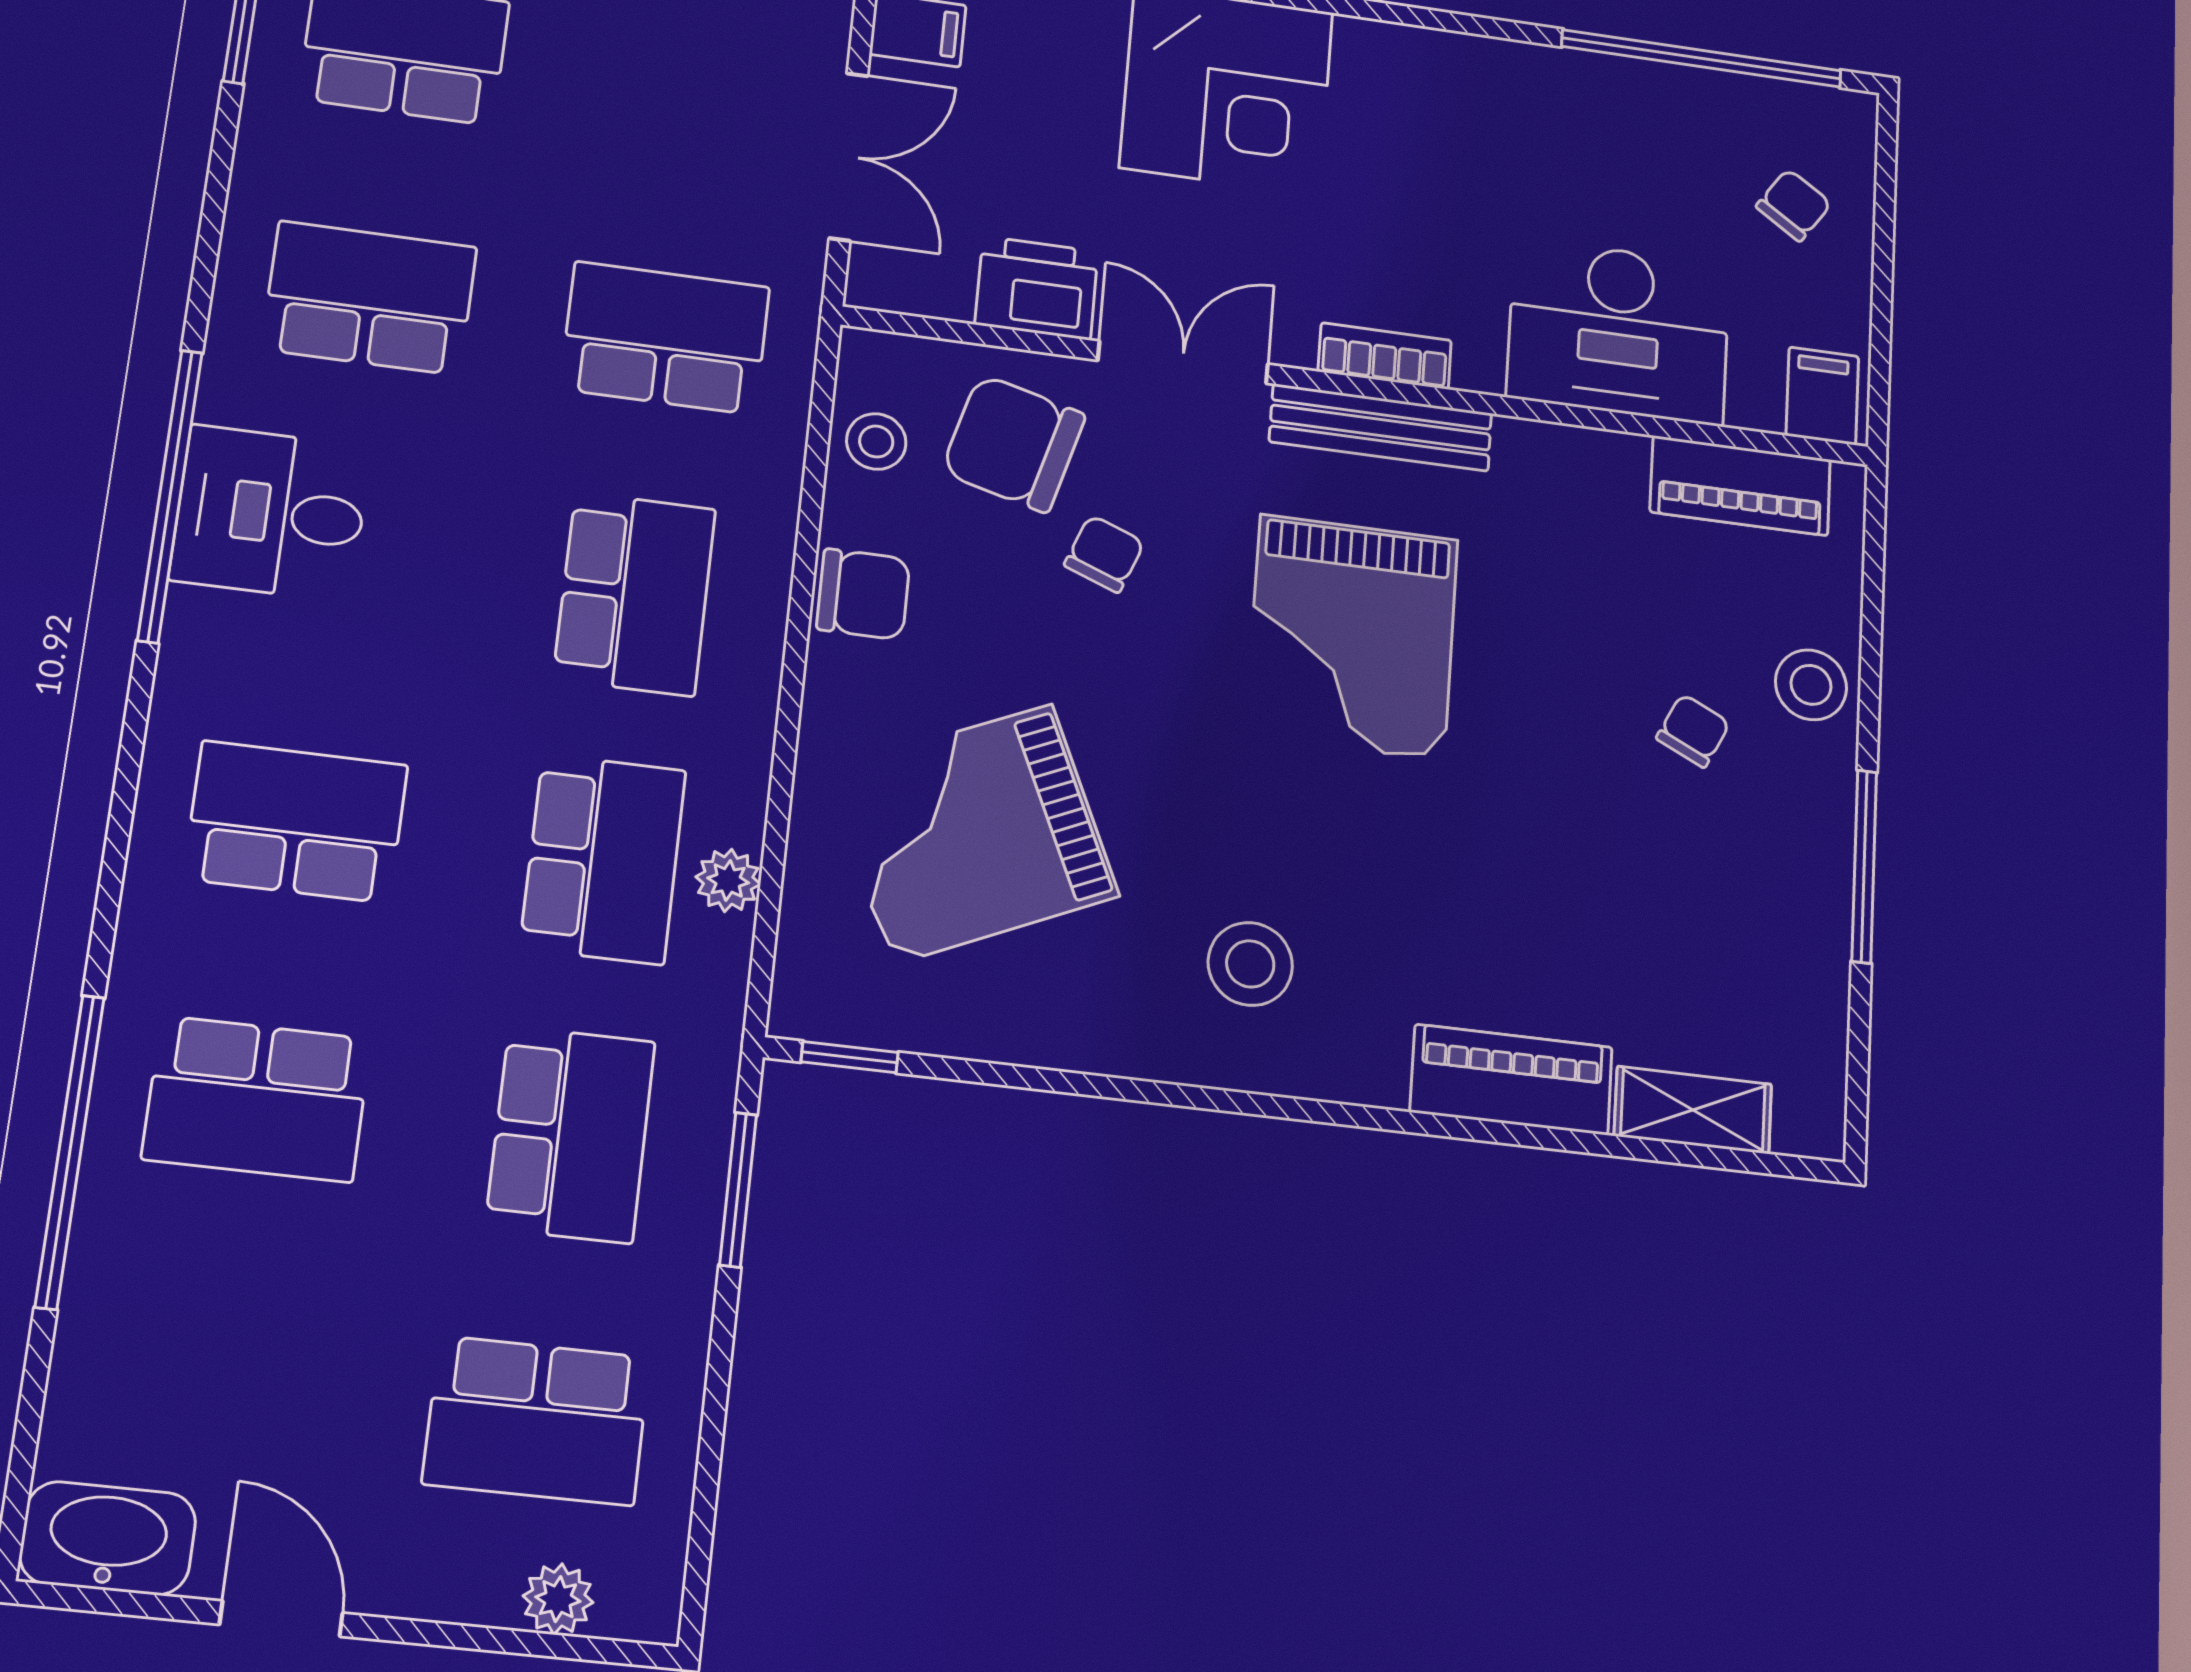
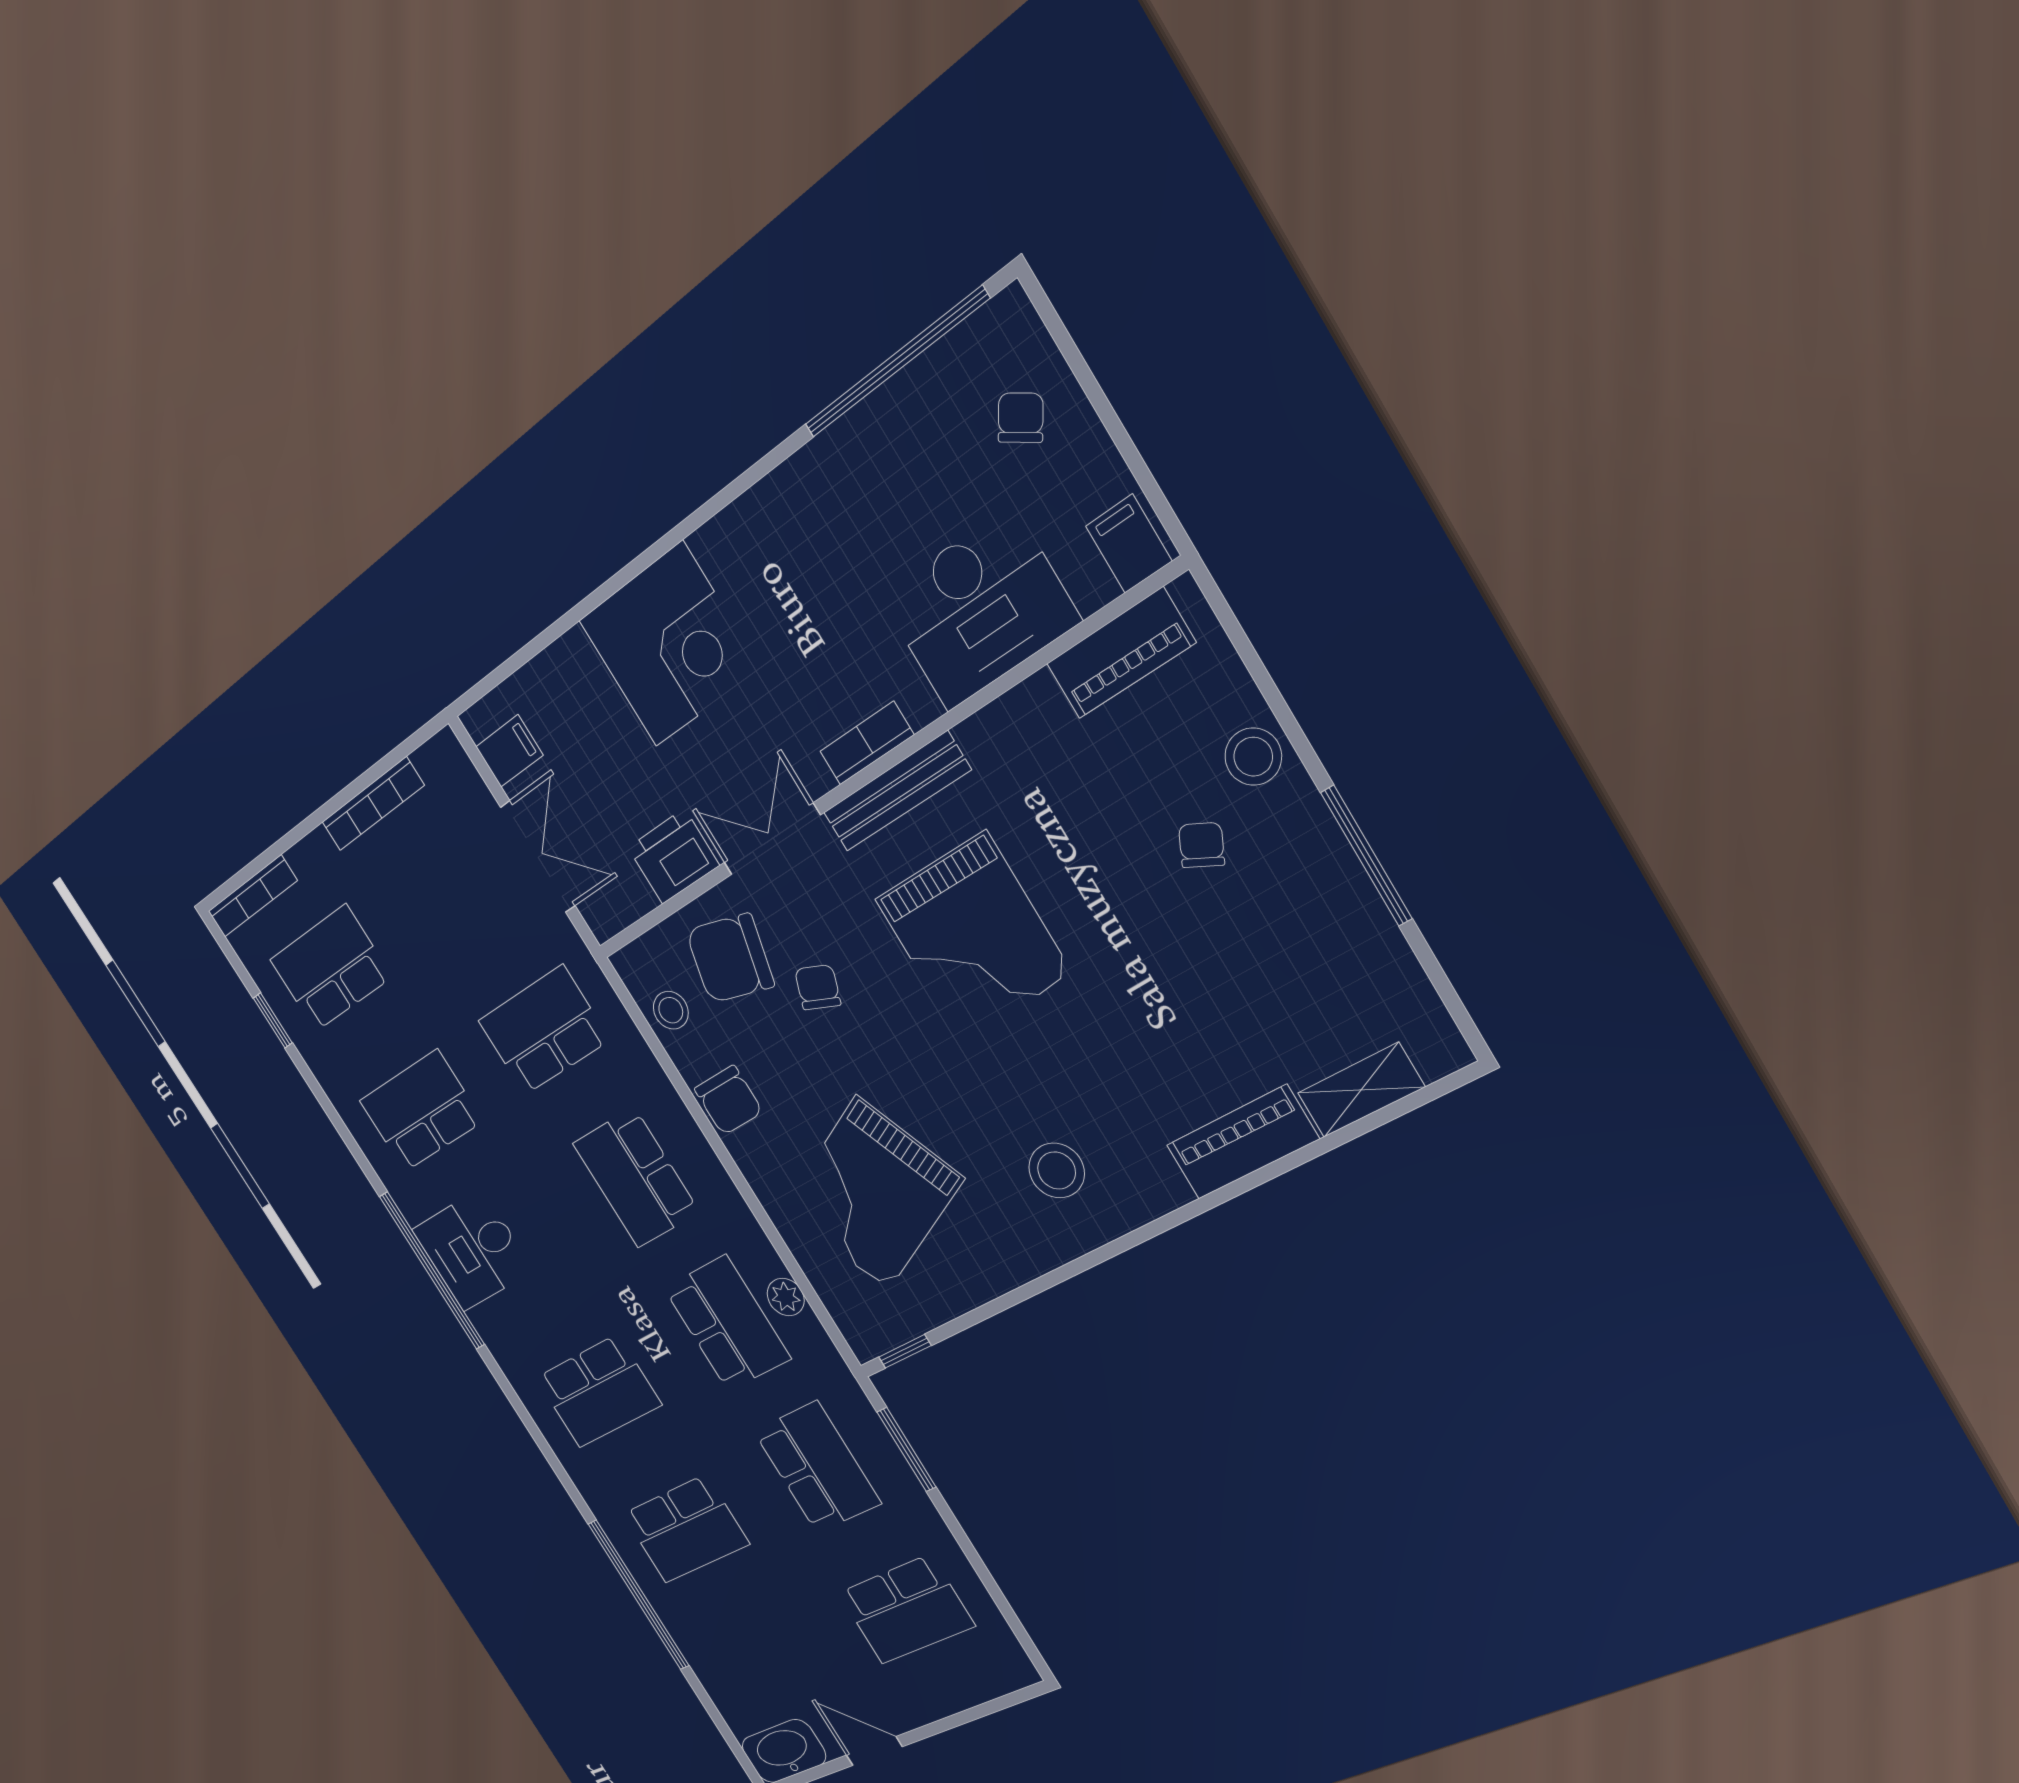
school desk: (635, 594) -> (636, 1178), turned 180
chair: (863, 594) -> (728, 1100), turned 90
school desk: (296, 822) -> (598, 1391), turned 180
plant: (558, 1599) -> (977, 1685), removed

